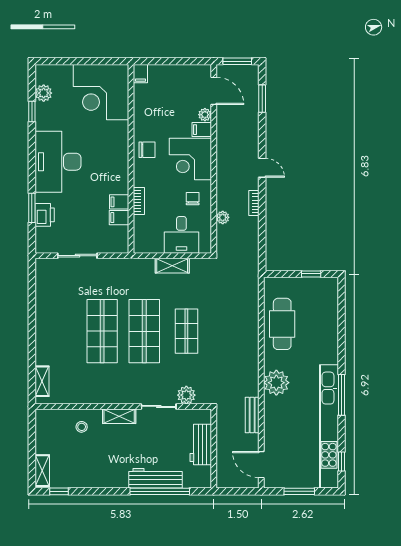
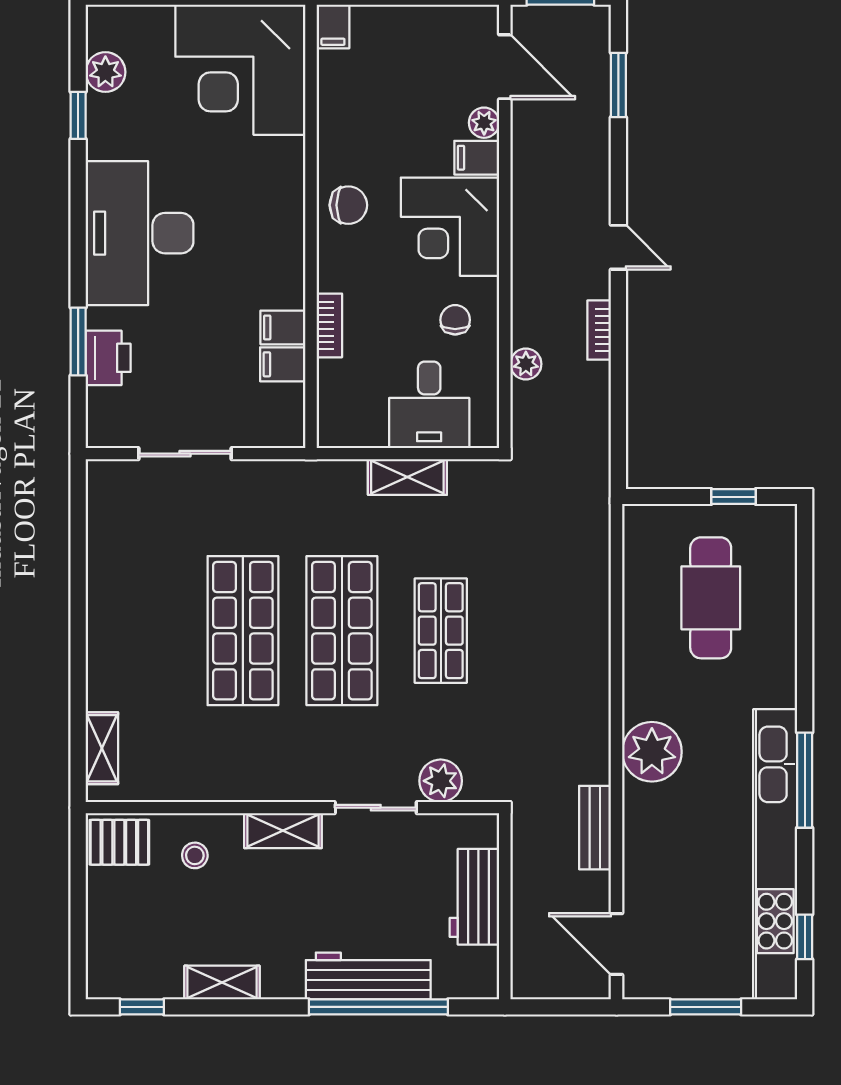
cafe table: (282, 324) -> (711, 598), moved
pallet: (49, 421) -> (119, 842), added
shelving: (42, 471) -> (222, 983), moved, turned 90

